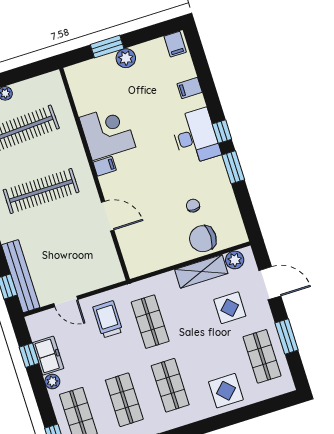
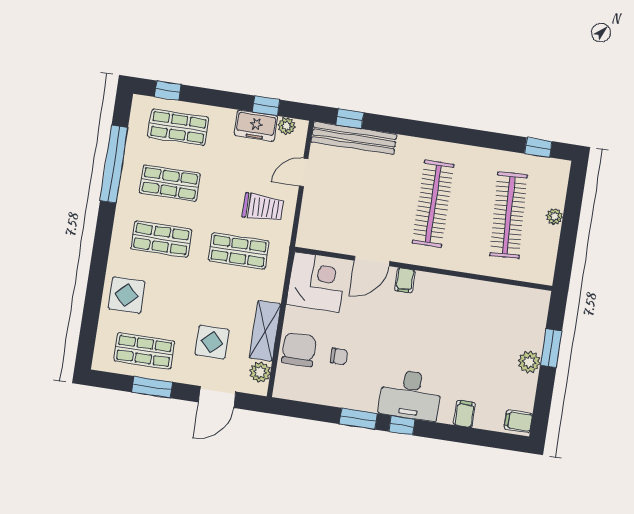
corner desk: (107, 132) -> (316, 282), moved, turned -90
filing cabinet: (105, 166) -> (405, 280), moved
plant: (52, 381) -> (287, 126), moved

